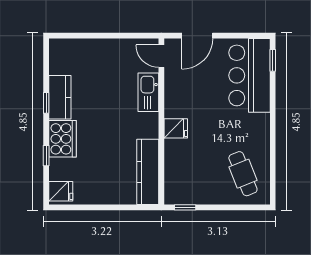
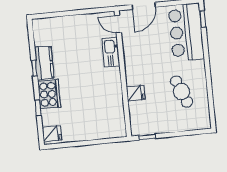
fridge: (176, 128) -> (136, 93), moved
kitchen counter: (148, 172) -> (116, 113), removed
cafe table: (243, 174) -> (182, 92), moved

